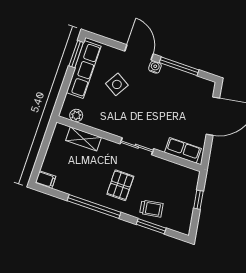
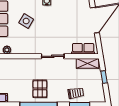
shelving: (83, 139) -> (87, 63), moved
pallet: (120, 185) -> (40, 89), moved

